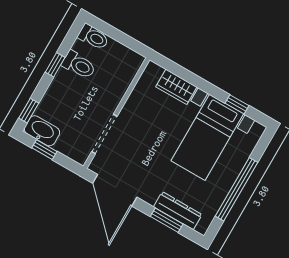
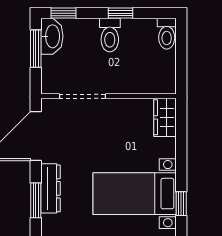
toilet: (79, 65) -> (110, 35), moved
wardrobe: (176, 87) -> (165, 117), moved
window: (44, 150) -> (36, 49), width x1.50
dresser: (178, 211) -> (51, 188), moved

